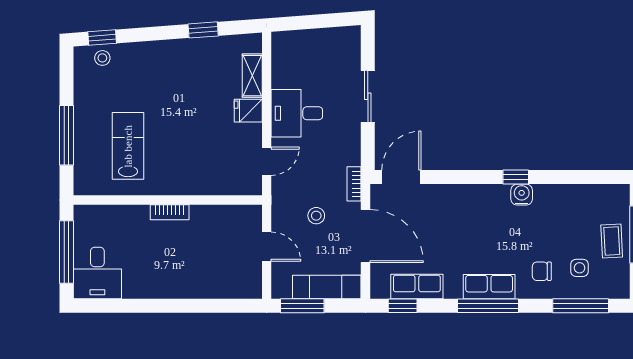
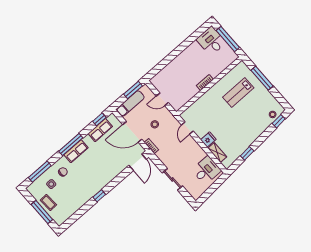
desk: (297, 113) -> (206, 170), moved
lab bench: (128, 146) -> (238, 93), turned 90
water cooler: (522, 195) -> (92, 192), removed

